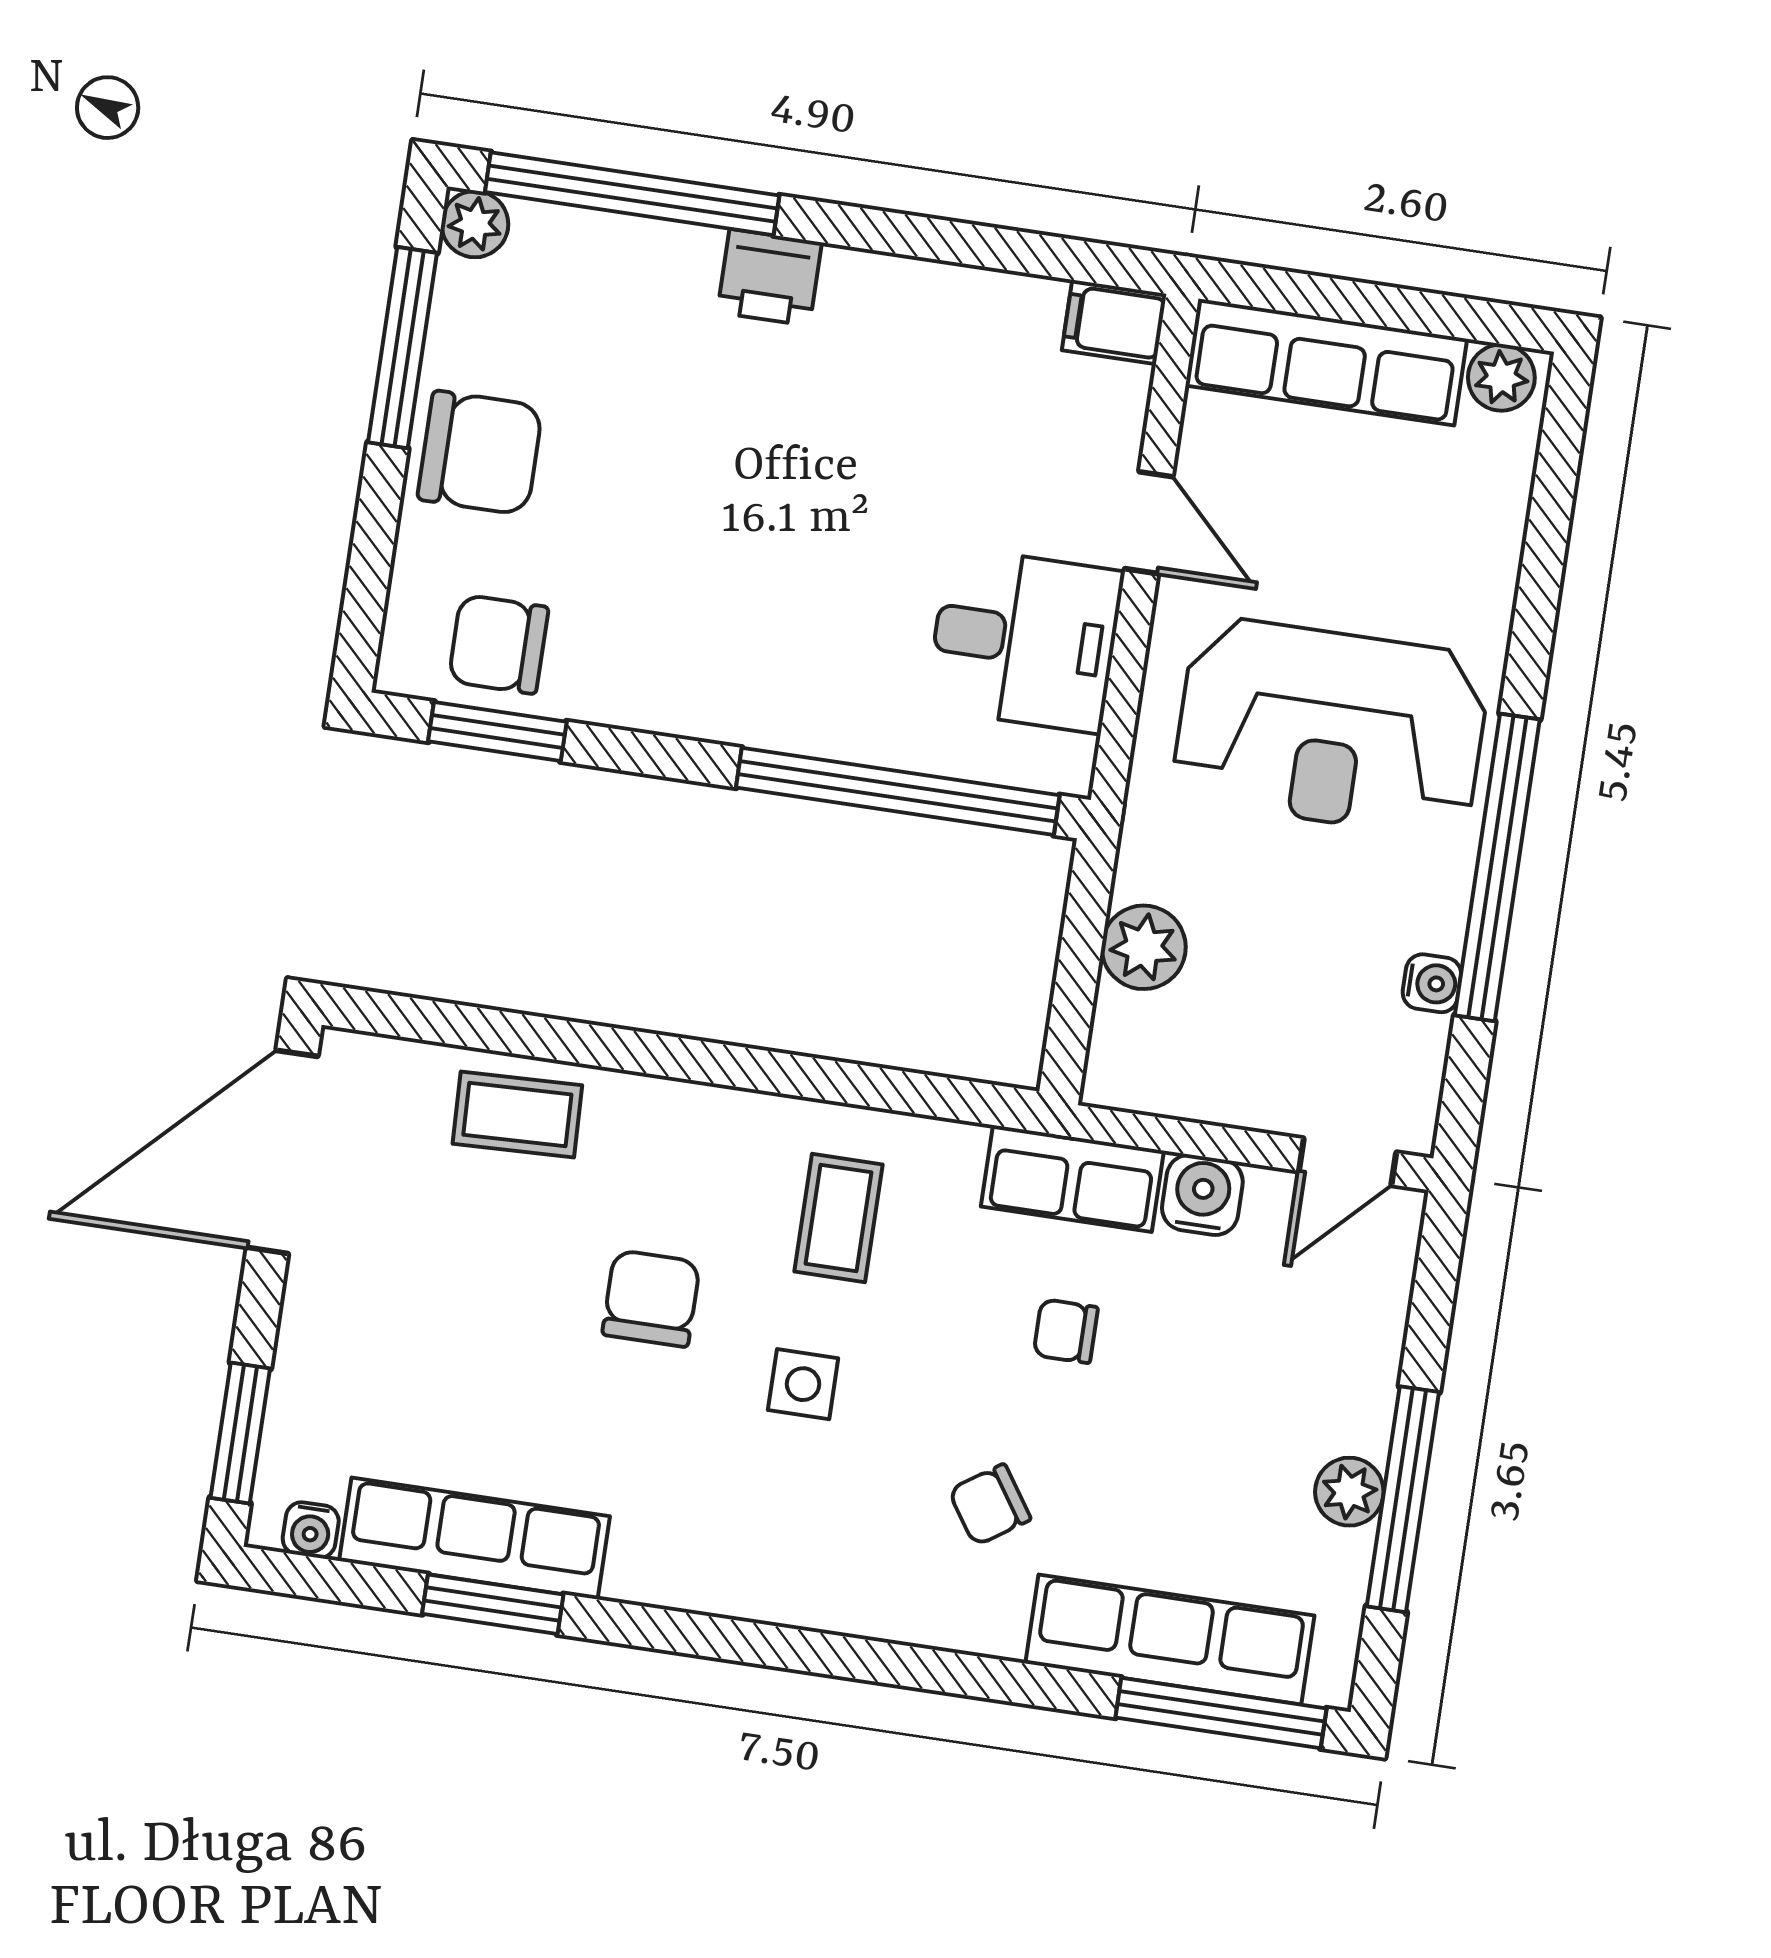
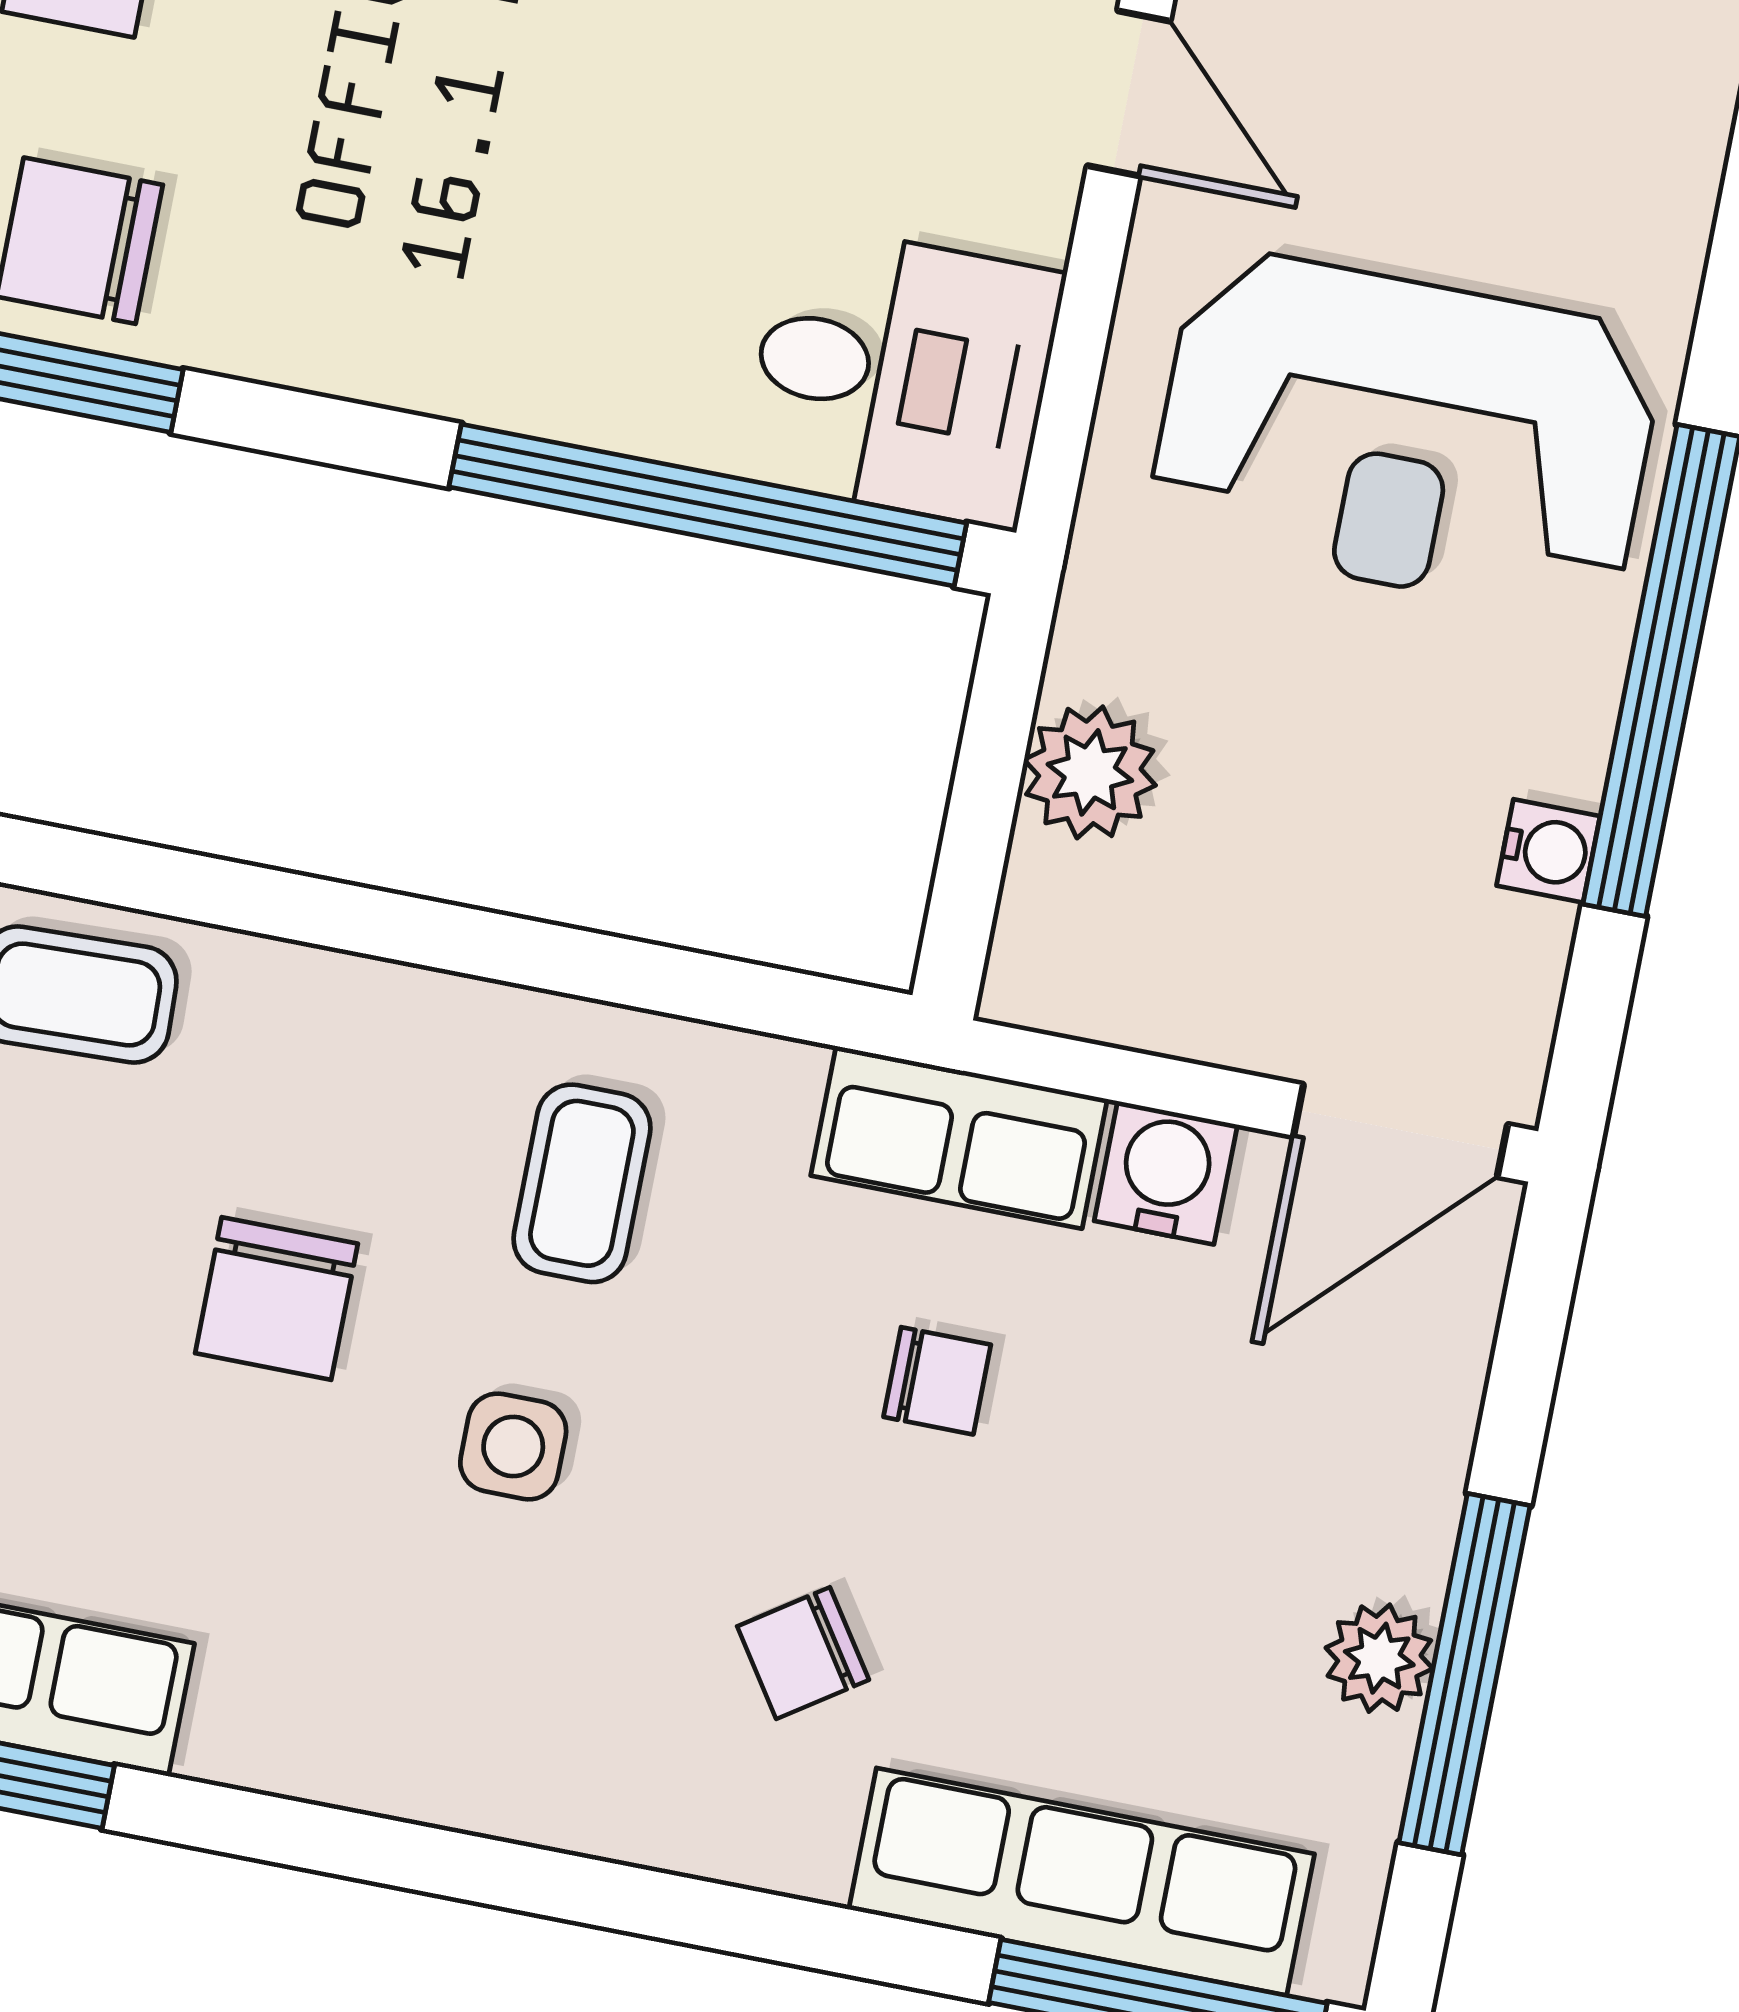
desk: (1025, 640) -> (902, 376), moved
door: (1348, 1162) -> (1400, 1130), width x1.38
chair: (651, 1298) -> (276, 1298), turned 180
chair: (1066, 1331) -> (937, 1381), turned 180

